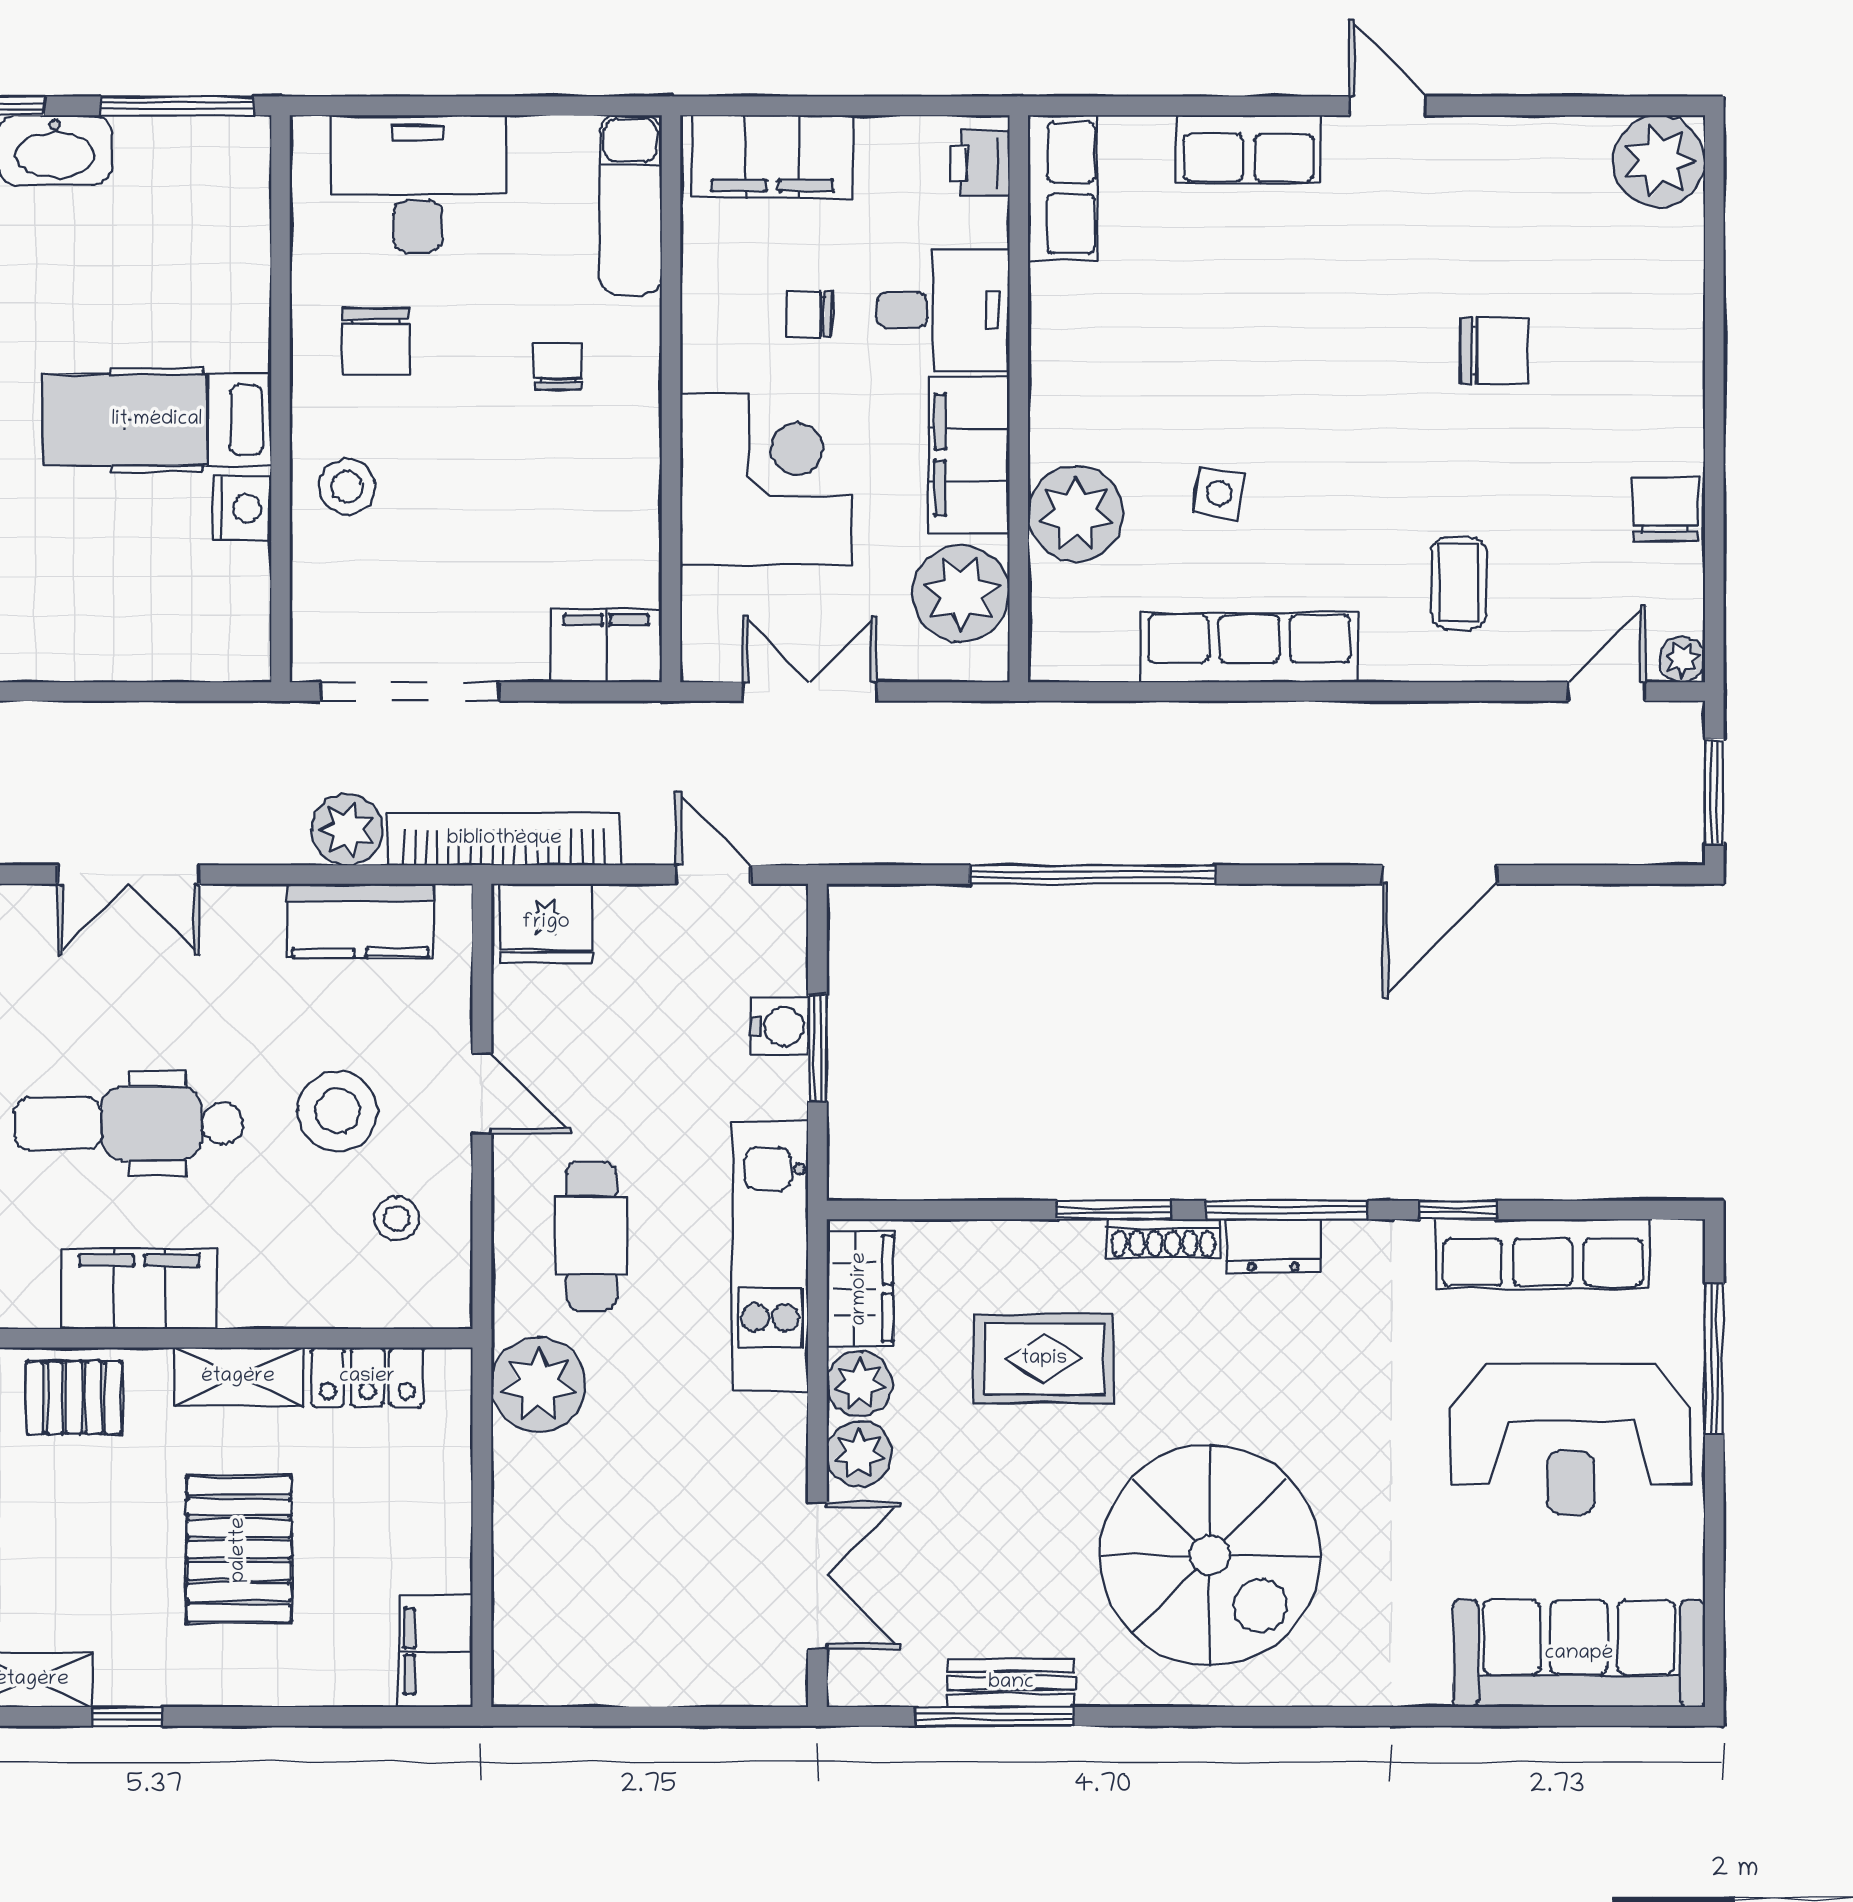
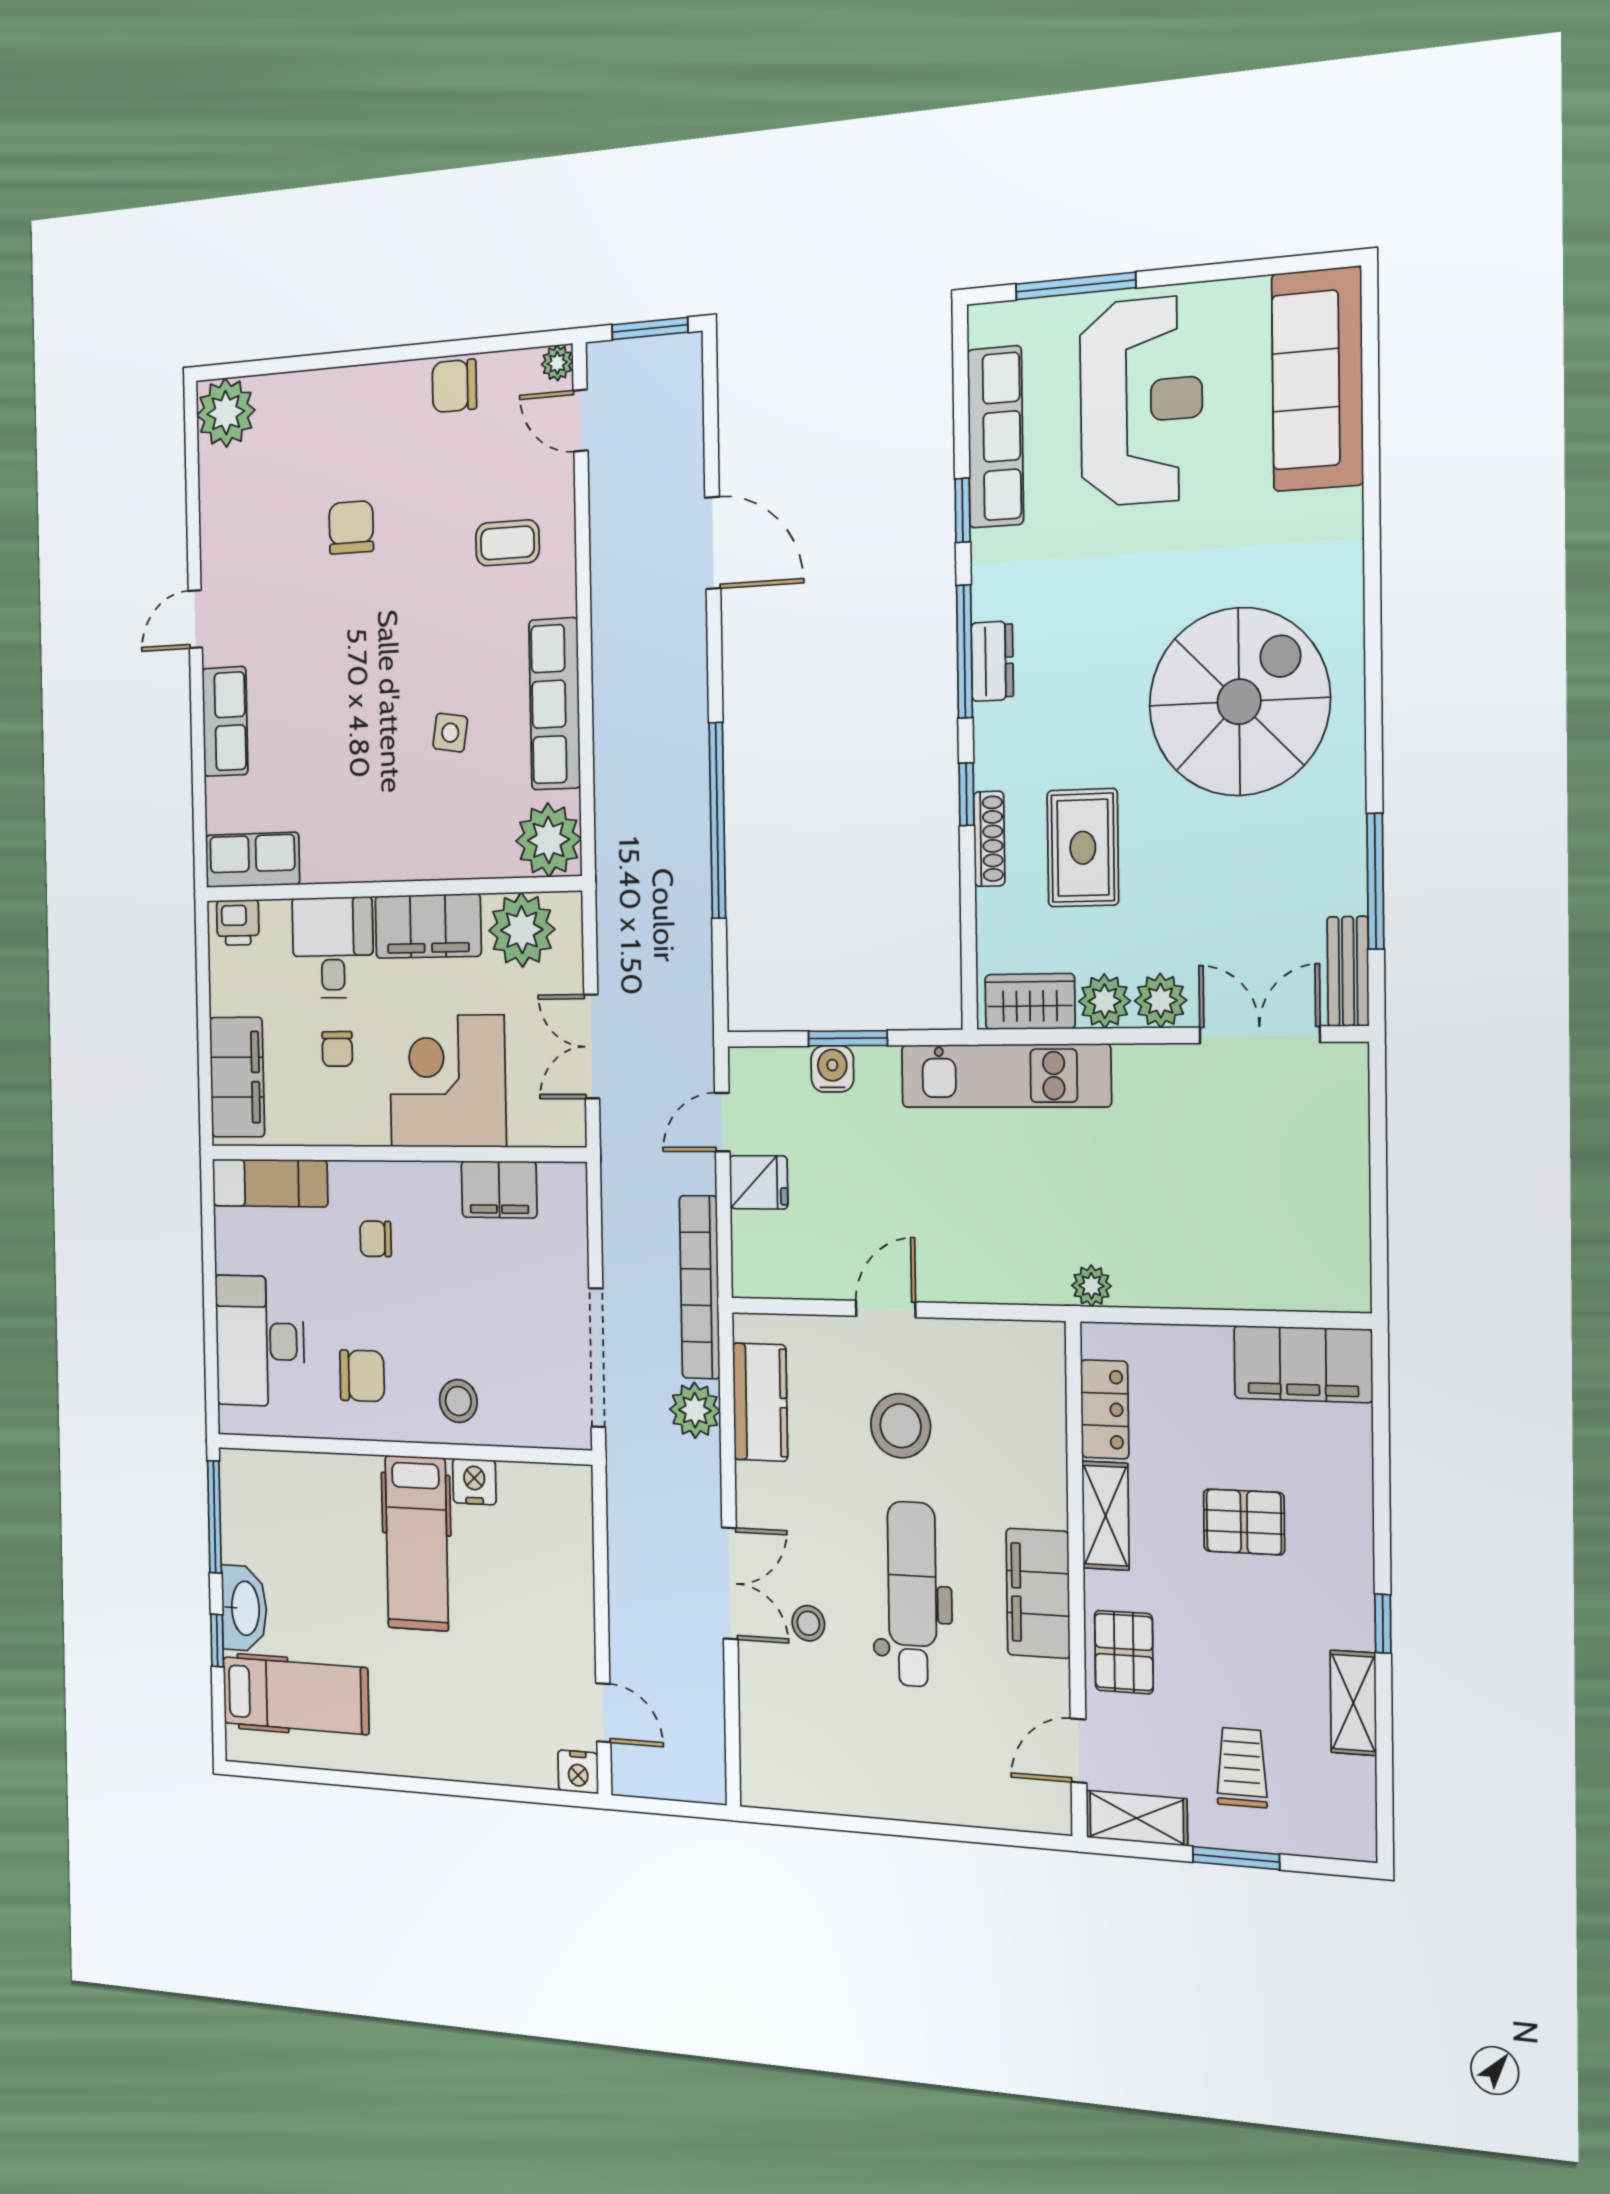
plant: (1076, 514) -> (549, 840), moved
filing cabinet: (606, 646) -> (499, 1189), moved, turned -90
fridge: (546, 923) -> (759, 1182), moved, width x0.72
dental chair: (129, 1123) -> (912, 1594), turned 180
window: (1113, 1210) -> (967, 794), width x0.67
stool: (396, 1219) -> (808, 1623), moved
cafe table: (591, 1236) -> (992, 1222), removed
shoe rack: (1163, 1239) -> (989, 839), moved
plant: (538, 1384) -> (1091, 1286), width x0.53, depth x0.53
pallet: (239, 1550) -> (1244, 1522), width x0.67, depth x0.71
filing cabinet: (436, 1652) -> (1303, 1364), width x1.50, depth x1.17
bench: (1011, 1683) -> (1348, 971), moved

